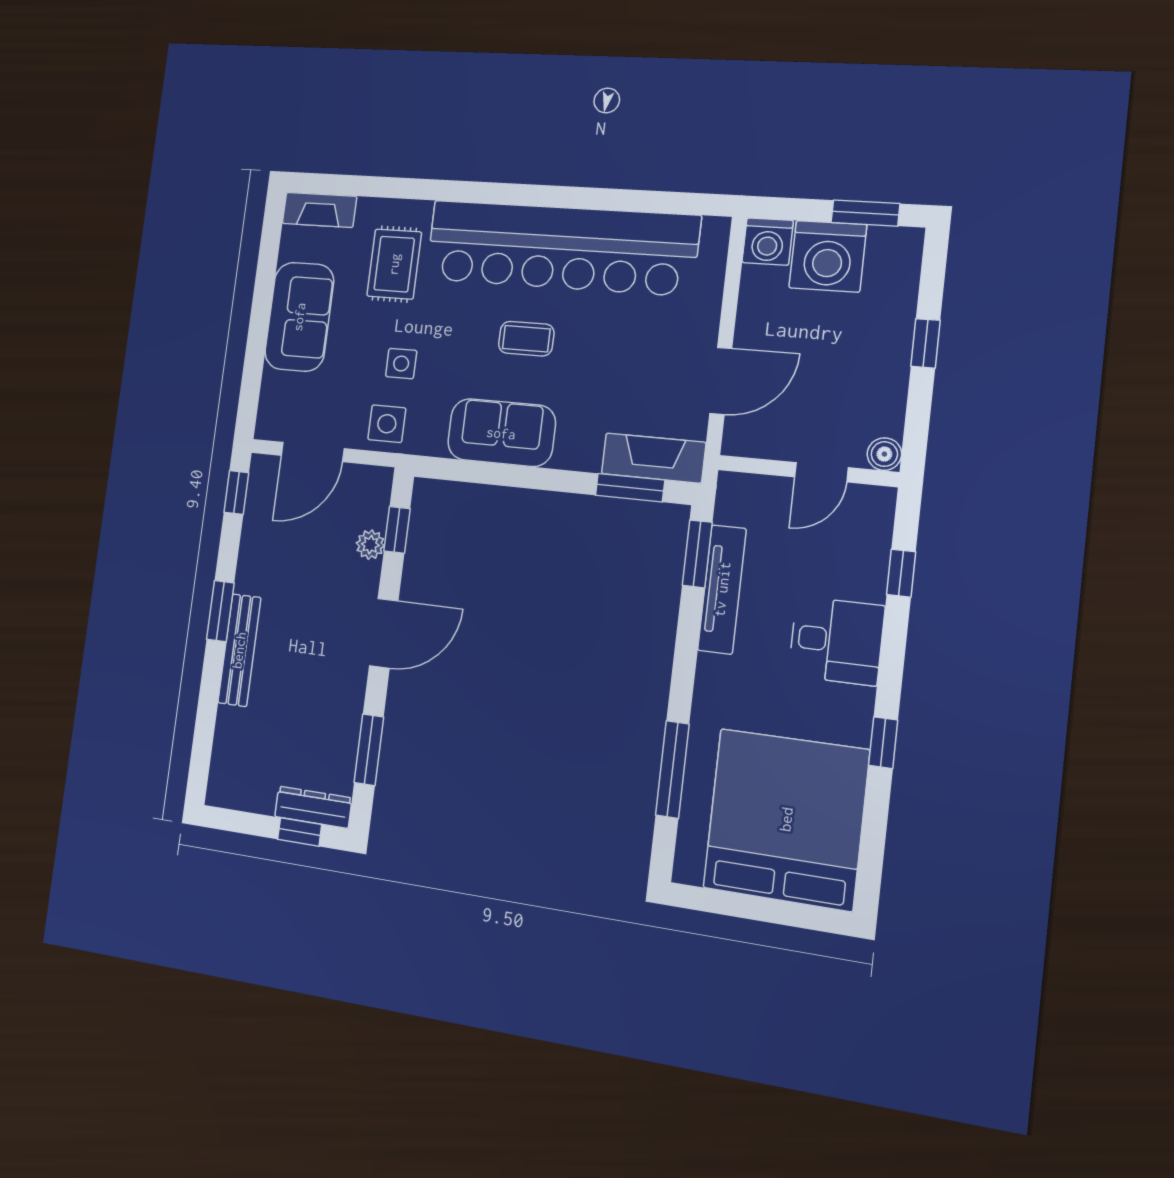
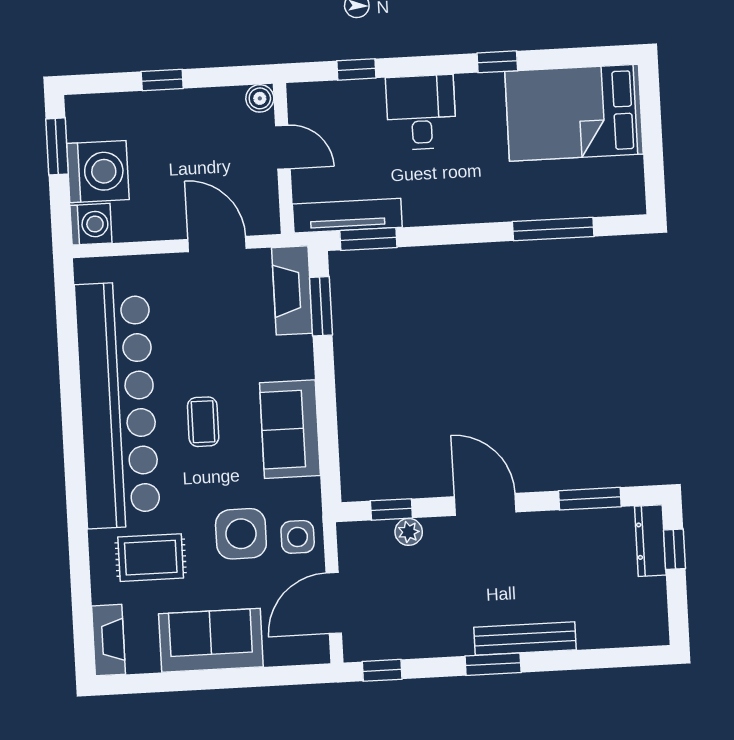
side table: (401, 364) -> (241, 534), width x1.87, depth x1.87
door: (313, 452) -> (334, 603), swing flipped
tv unit: (722, 589) -> (347, 216), moved
bed: (786, 819) -> (574, 113), width x0.73

